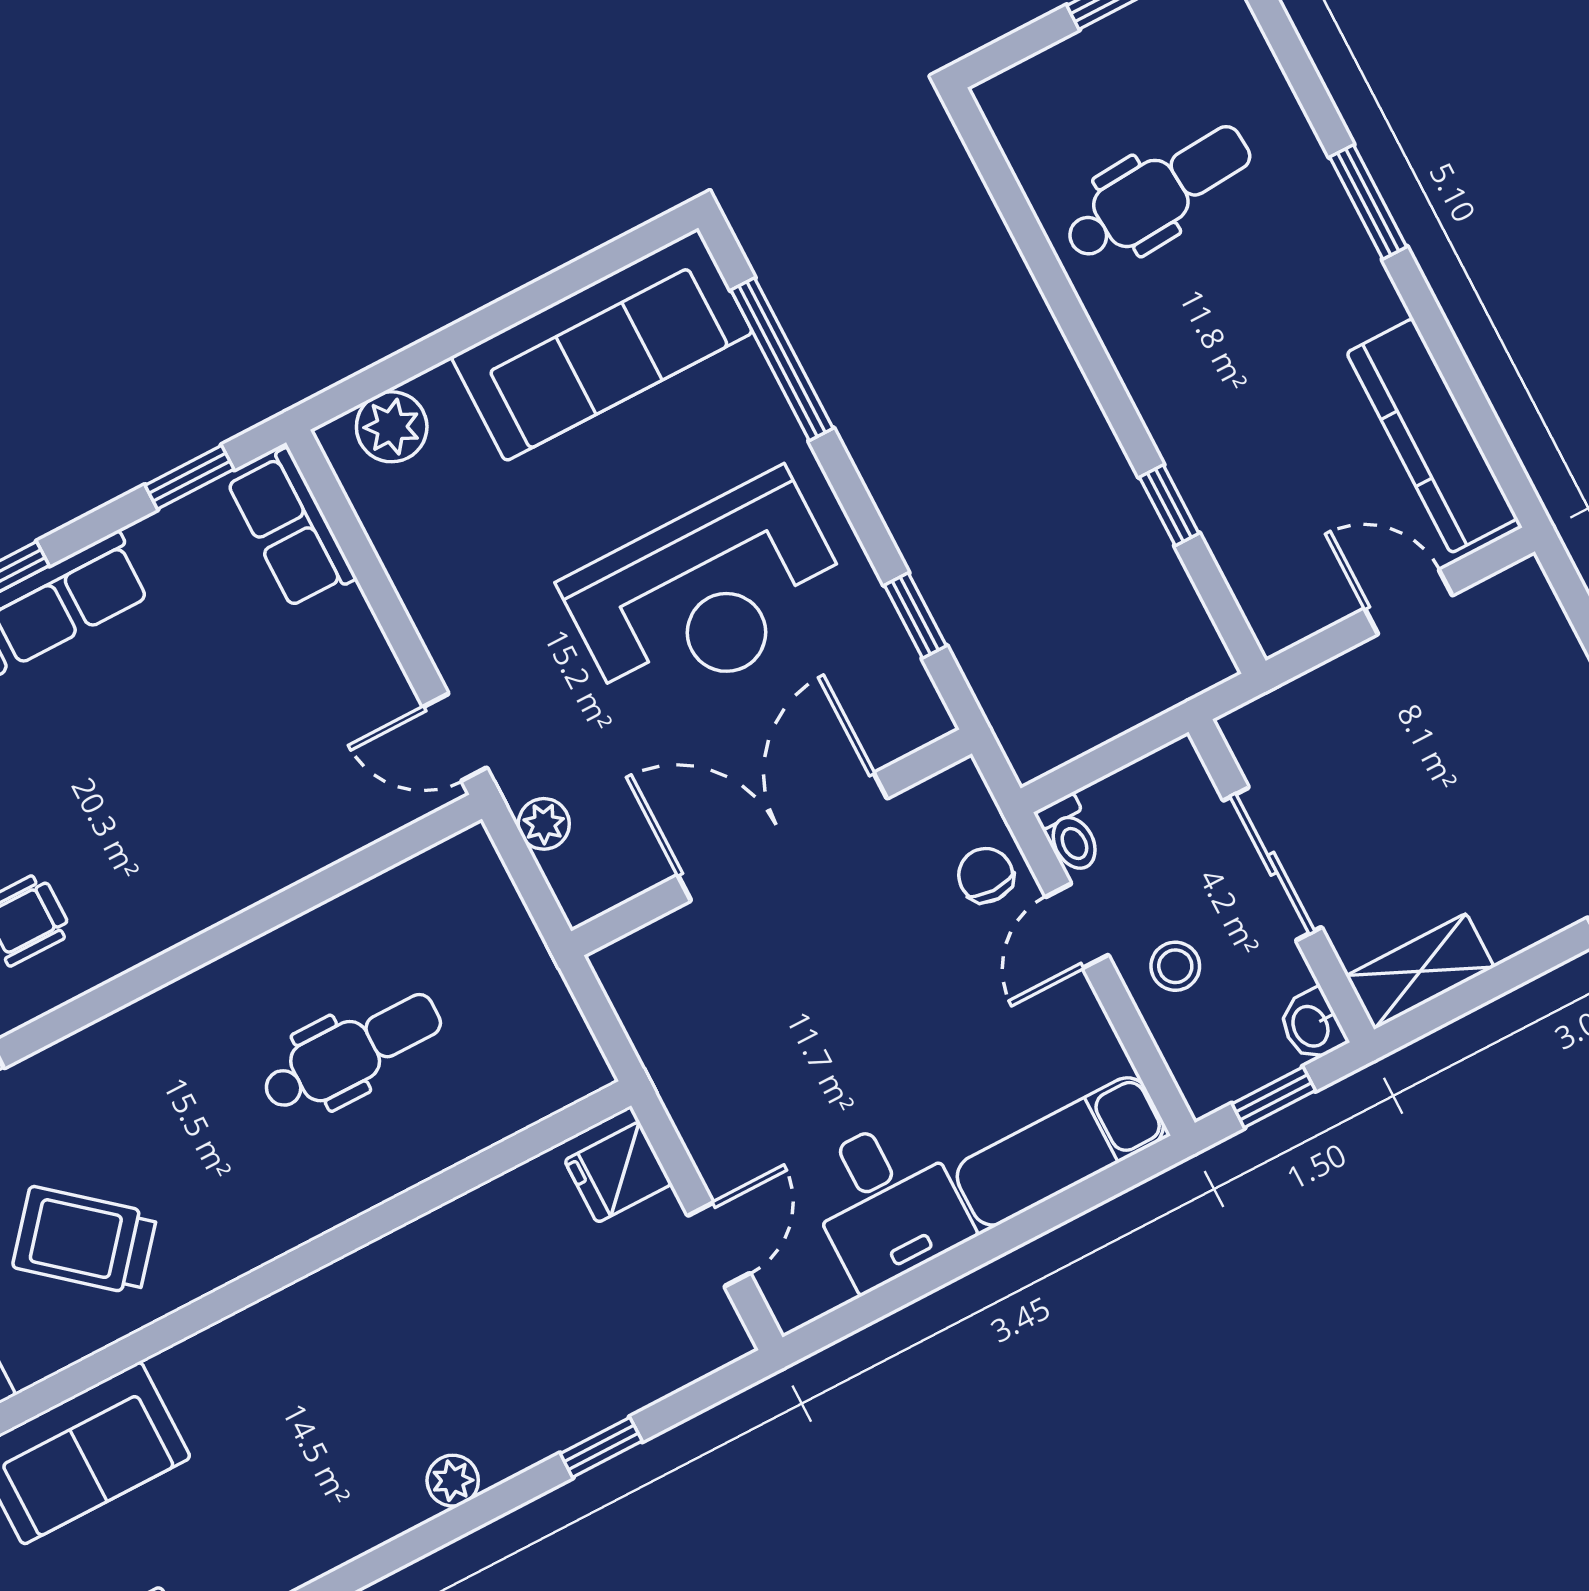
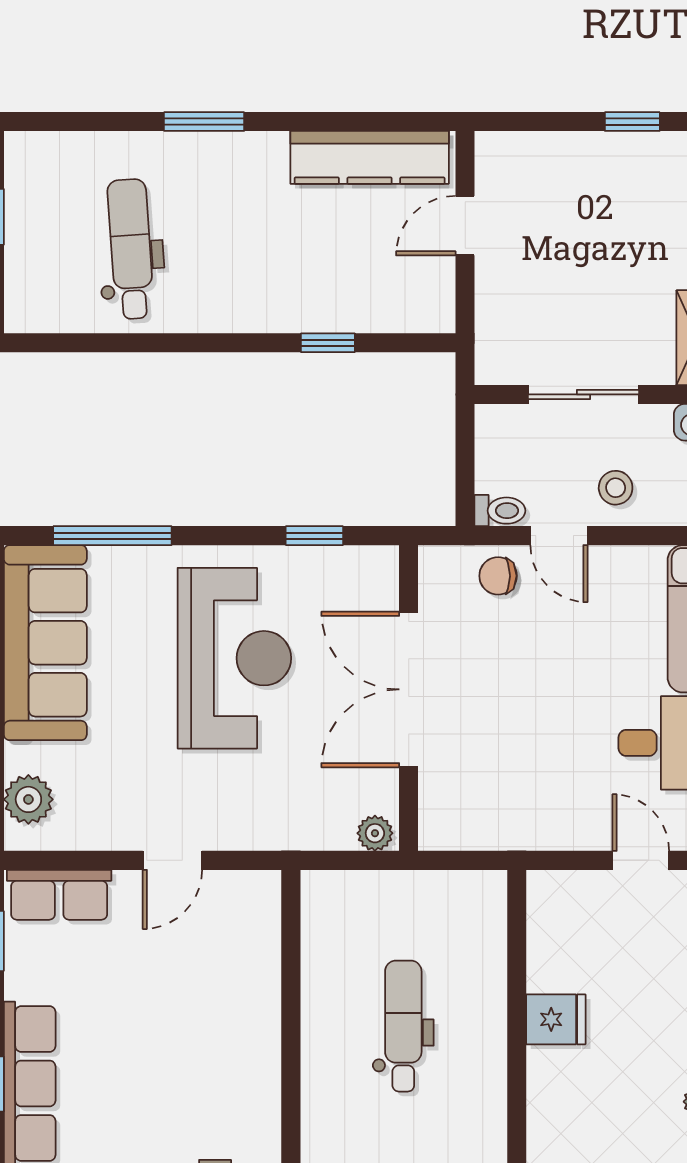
door: (455, 737) -> (172, 860), moved
plant: (544, 824) -> (375, 833), moved
fridge: (618, 1172) -> (556, 1019), moved, turned -90

